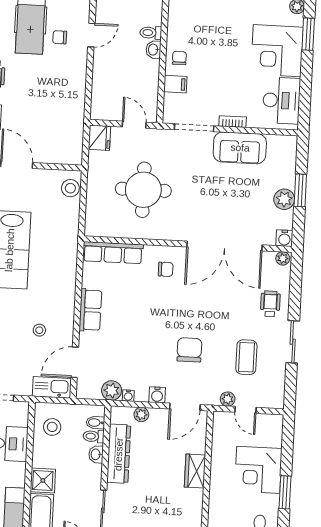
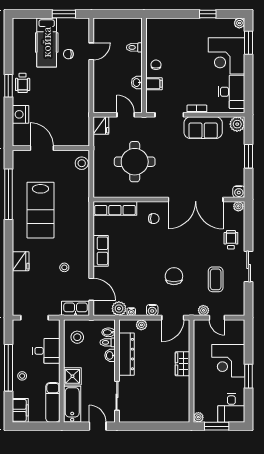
washbasin: (153, 50) -> (137, 83), moved
plant: (284, 199) -> (237, 124), moved
door: (75, 362) -> (91, 289), swing flipped

